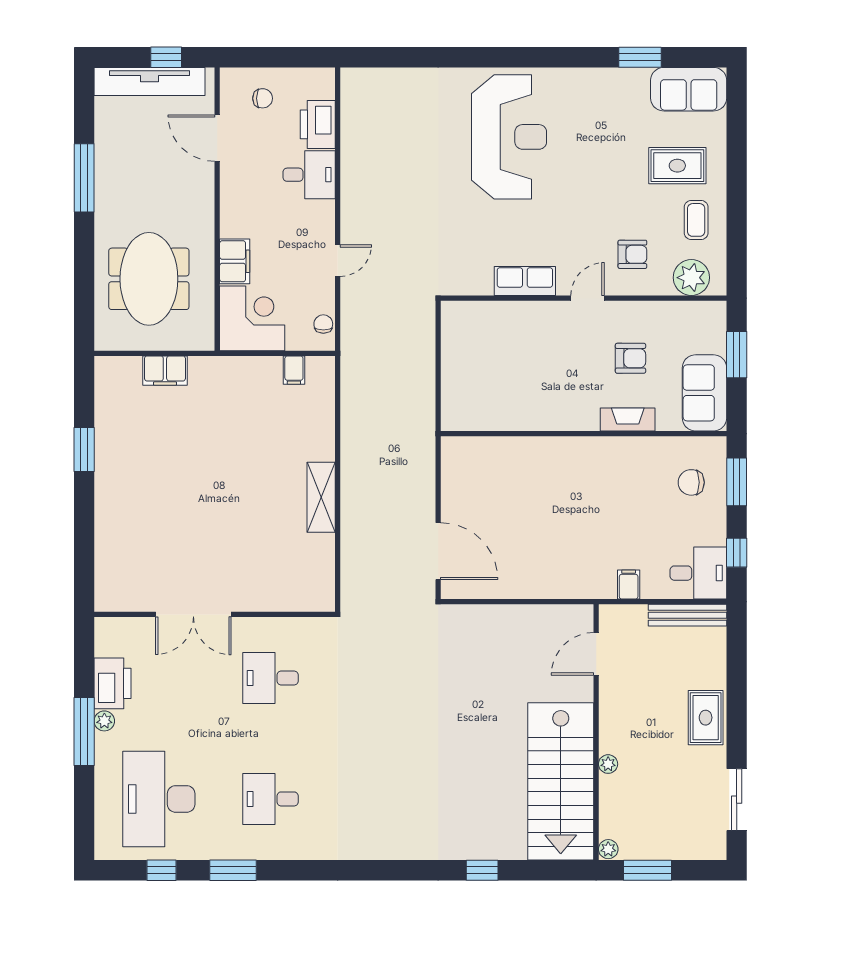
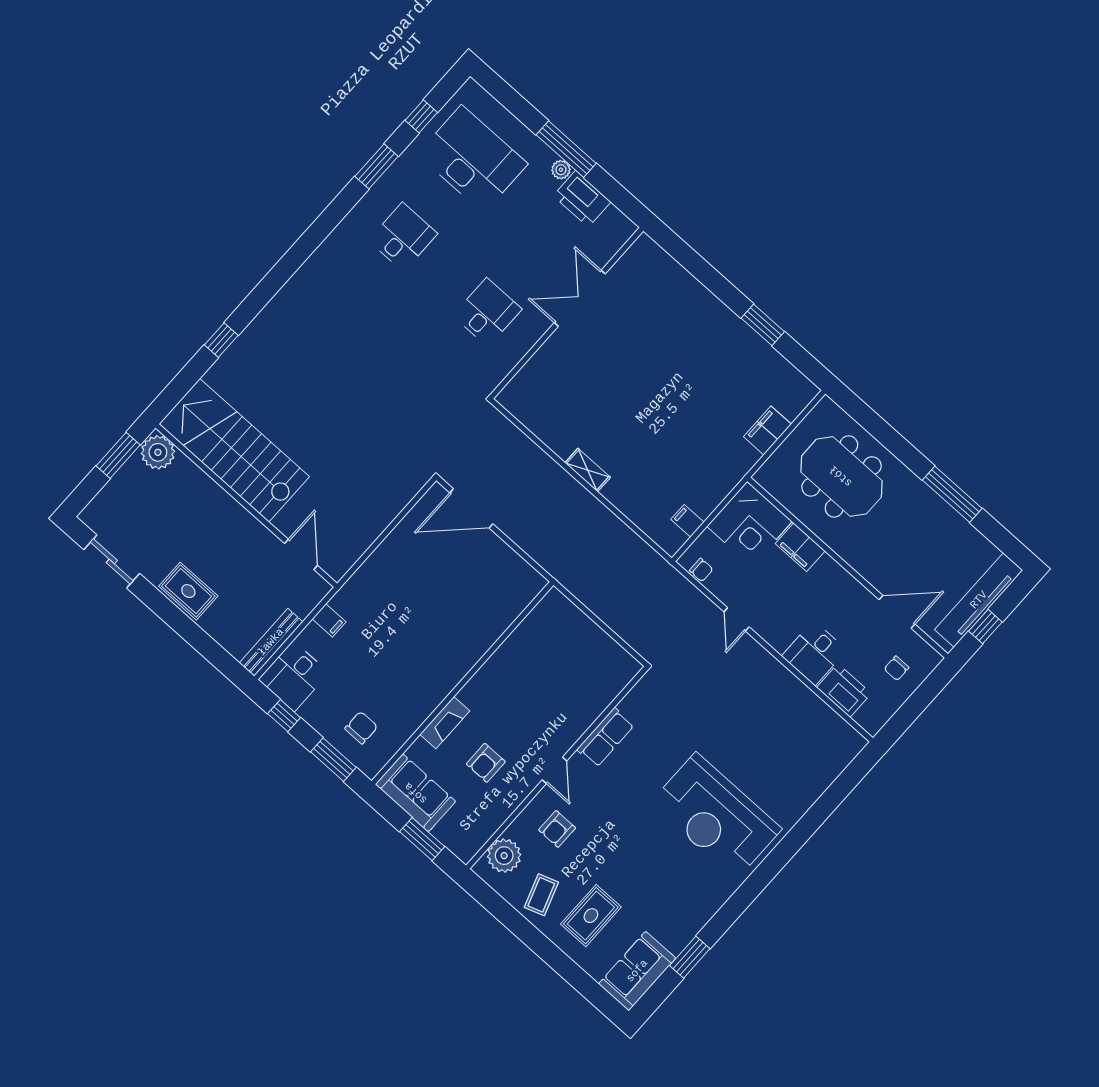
coffee table: (696, 220) -> (541, 895), turned 71
shelving: (321, 497) -> (588, 470), width x0.67, depth x0.75
plant: (608, 764) -> (217, 494), removed
plant: (608, 849) -> (158, 452), width x1.88, depth x1.88

